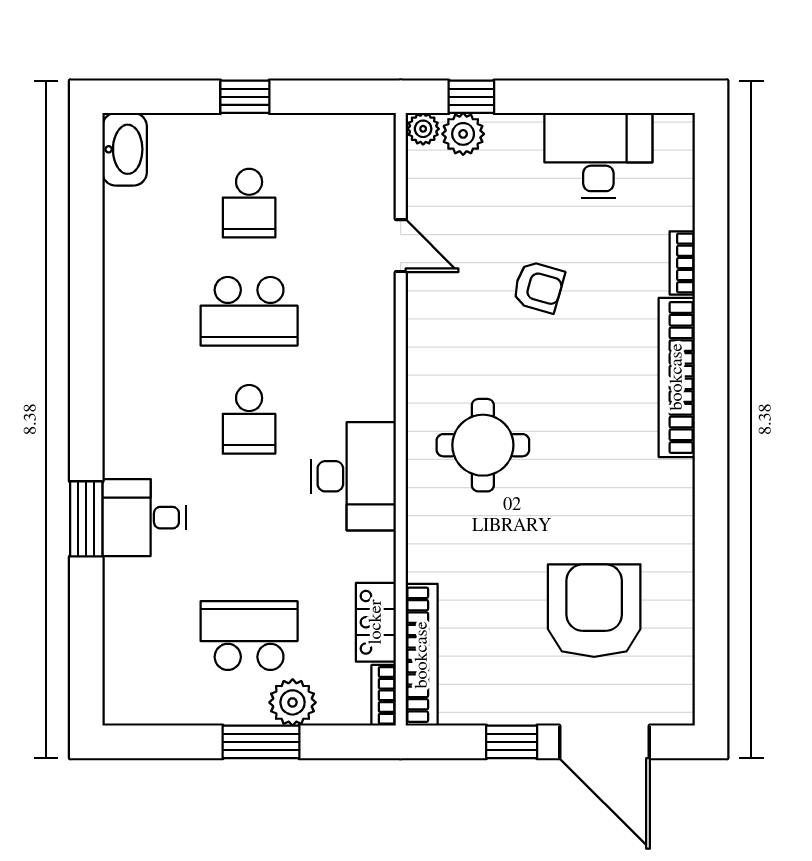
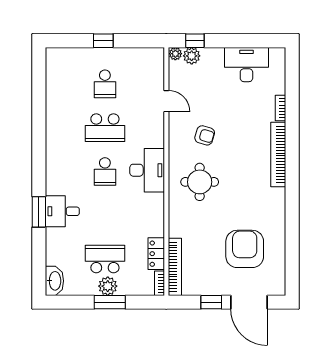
washbasin: (125, 149) -> (54, 281), moved
armchair: (538, 287) -> (205, 135), moved
desk: (353, 476) -> (147, 170), moved
plant: (293, 702) -> (108, 286), moved

